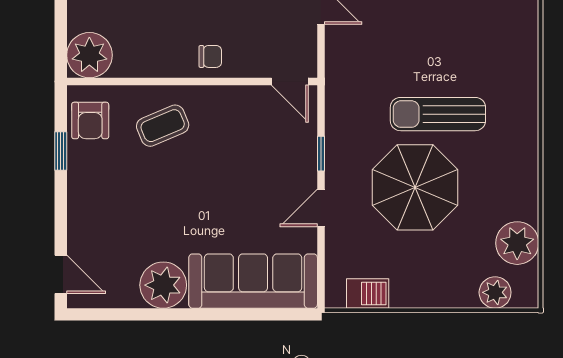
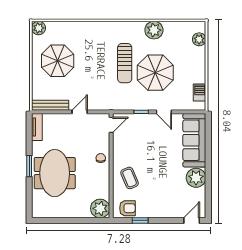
plant: (517, 243) -> (154, 30), moved

